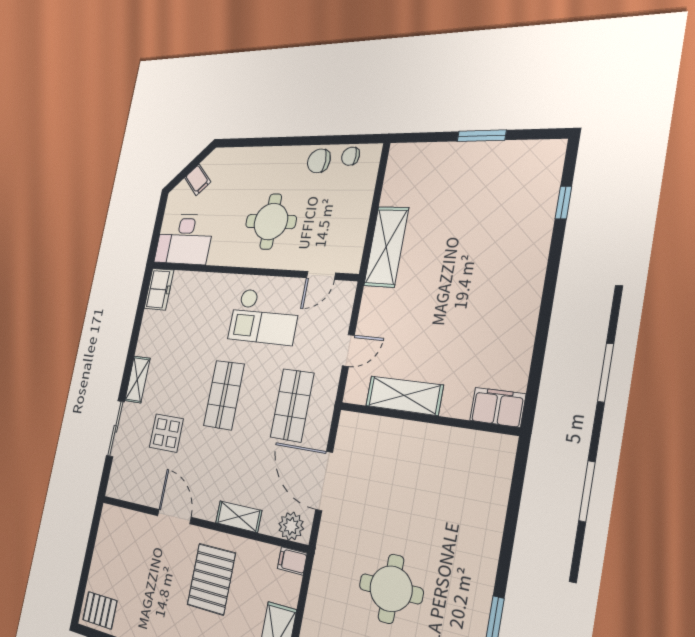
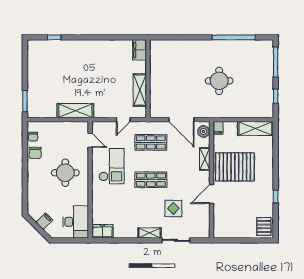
window: (482, 136) -> (25, 101), moved
door: (348, 351) -> (123, 120), swing flipped
door: (324, 481) -> (181, 120), hinge flipped
pallet: (211, 579) -> (235, 167), width x1.37, depth x1.41

